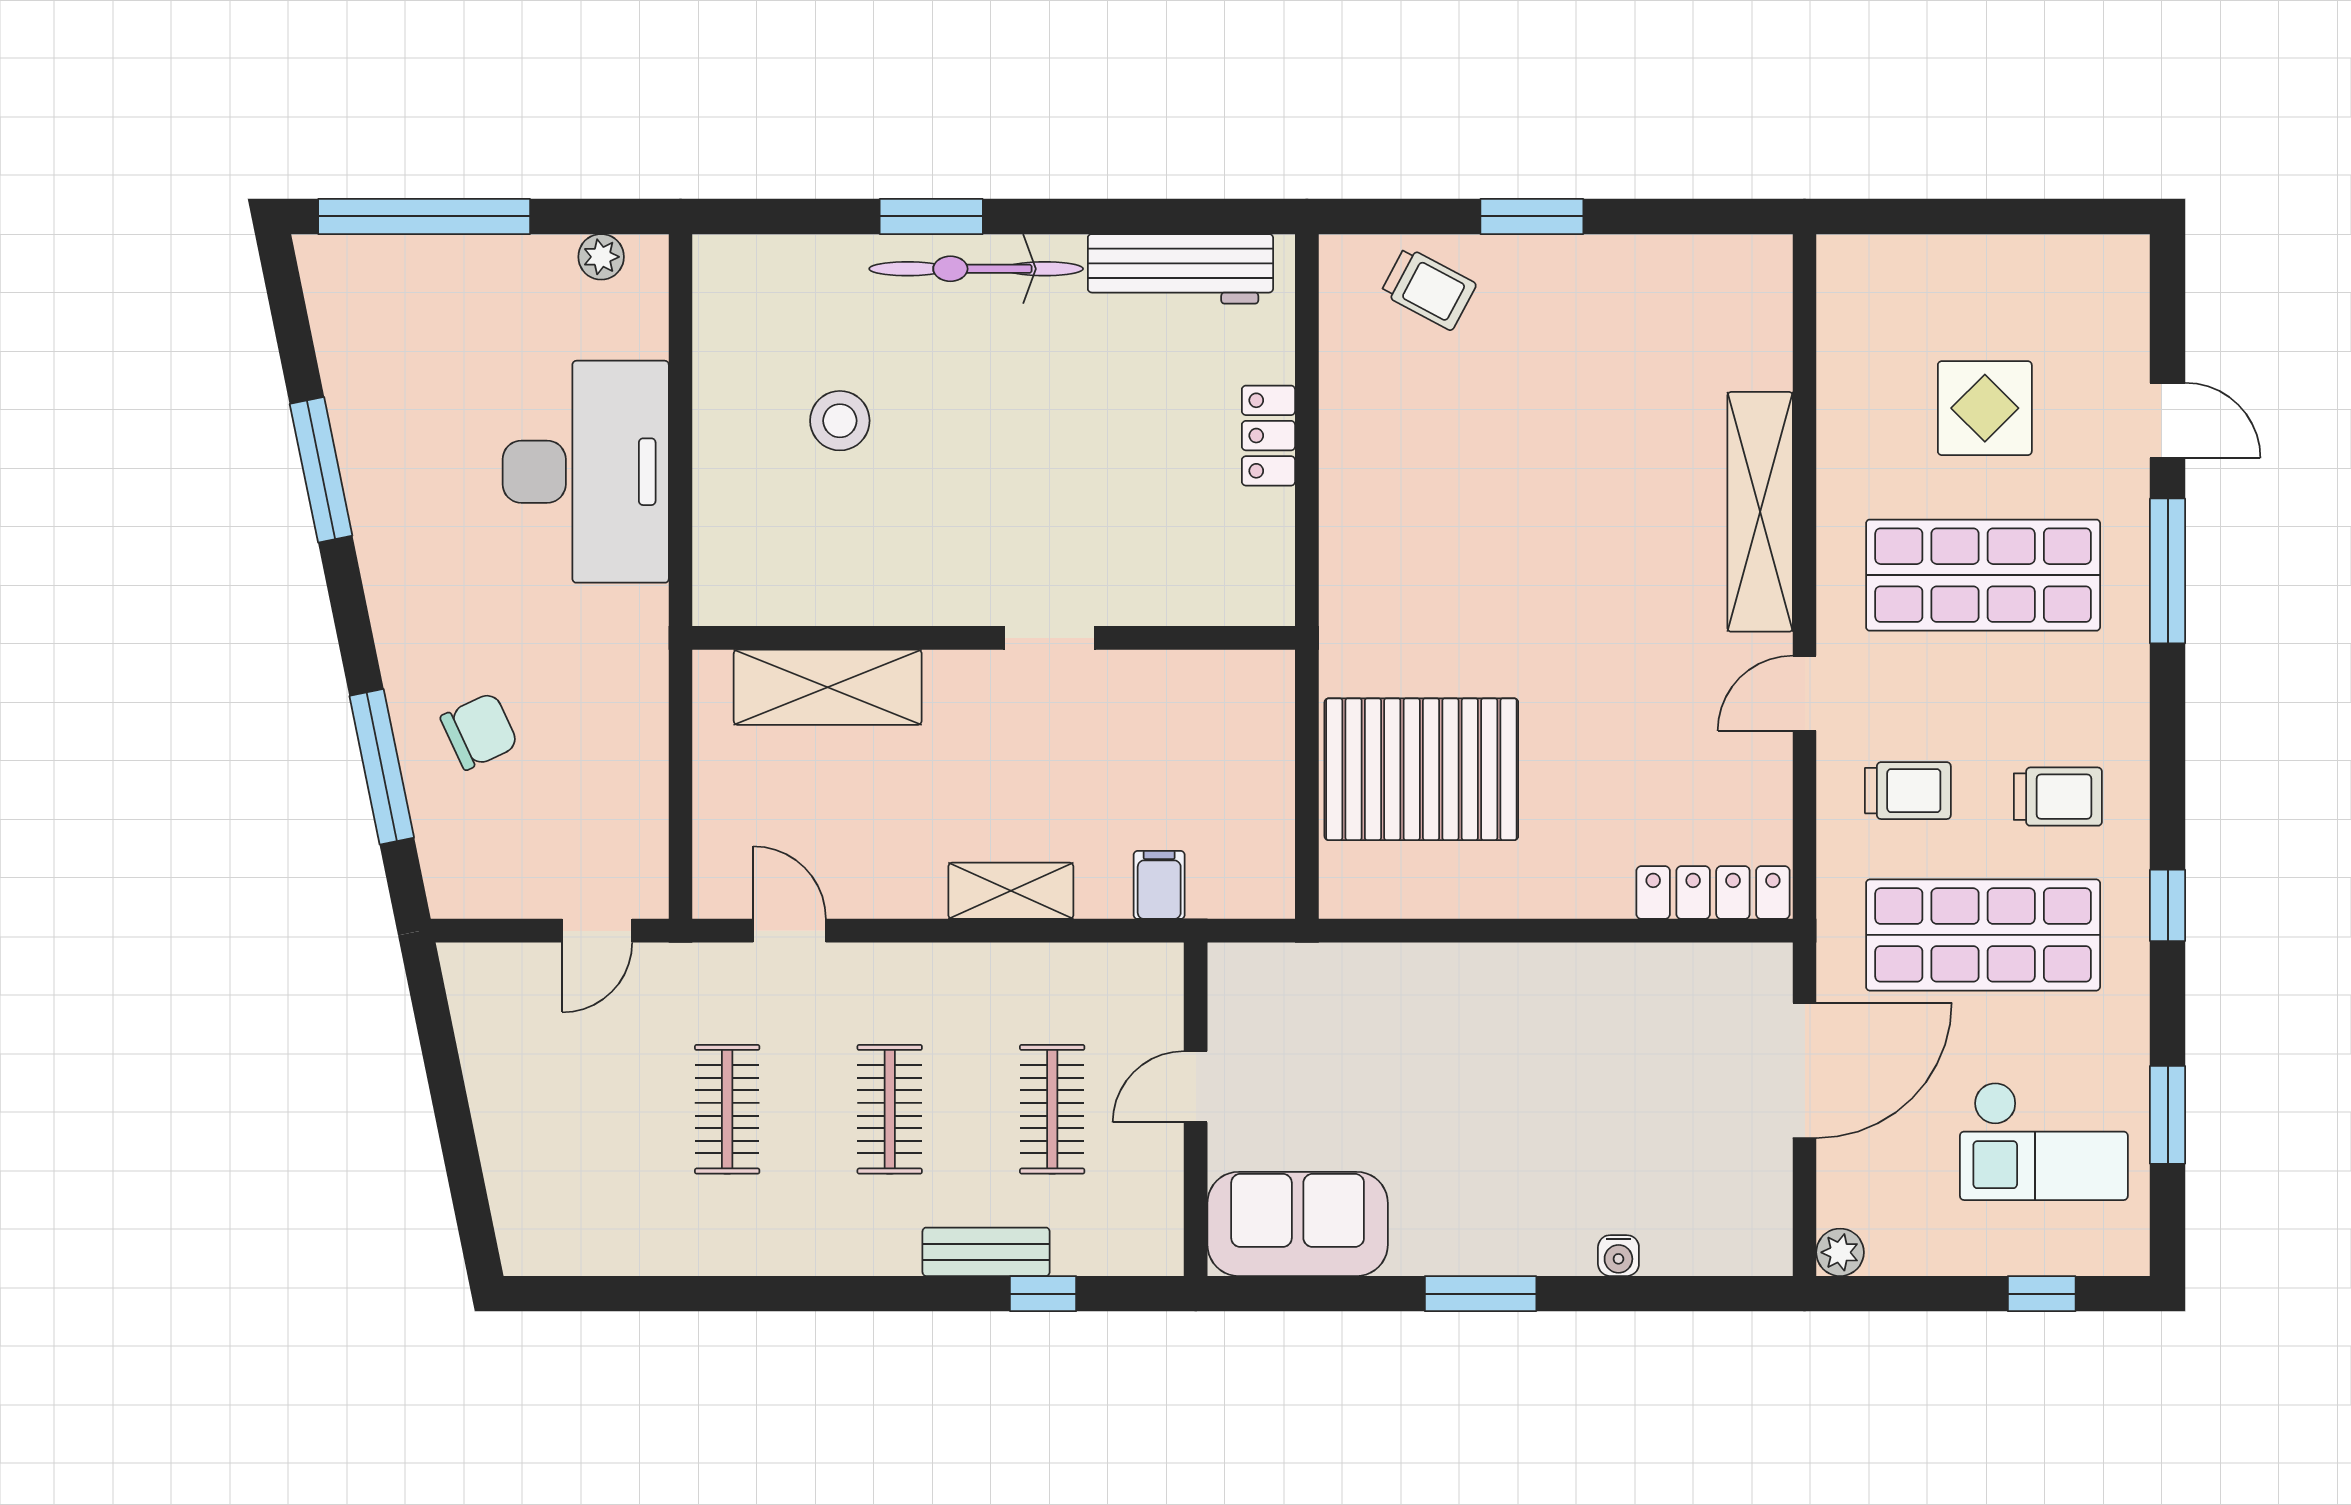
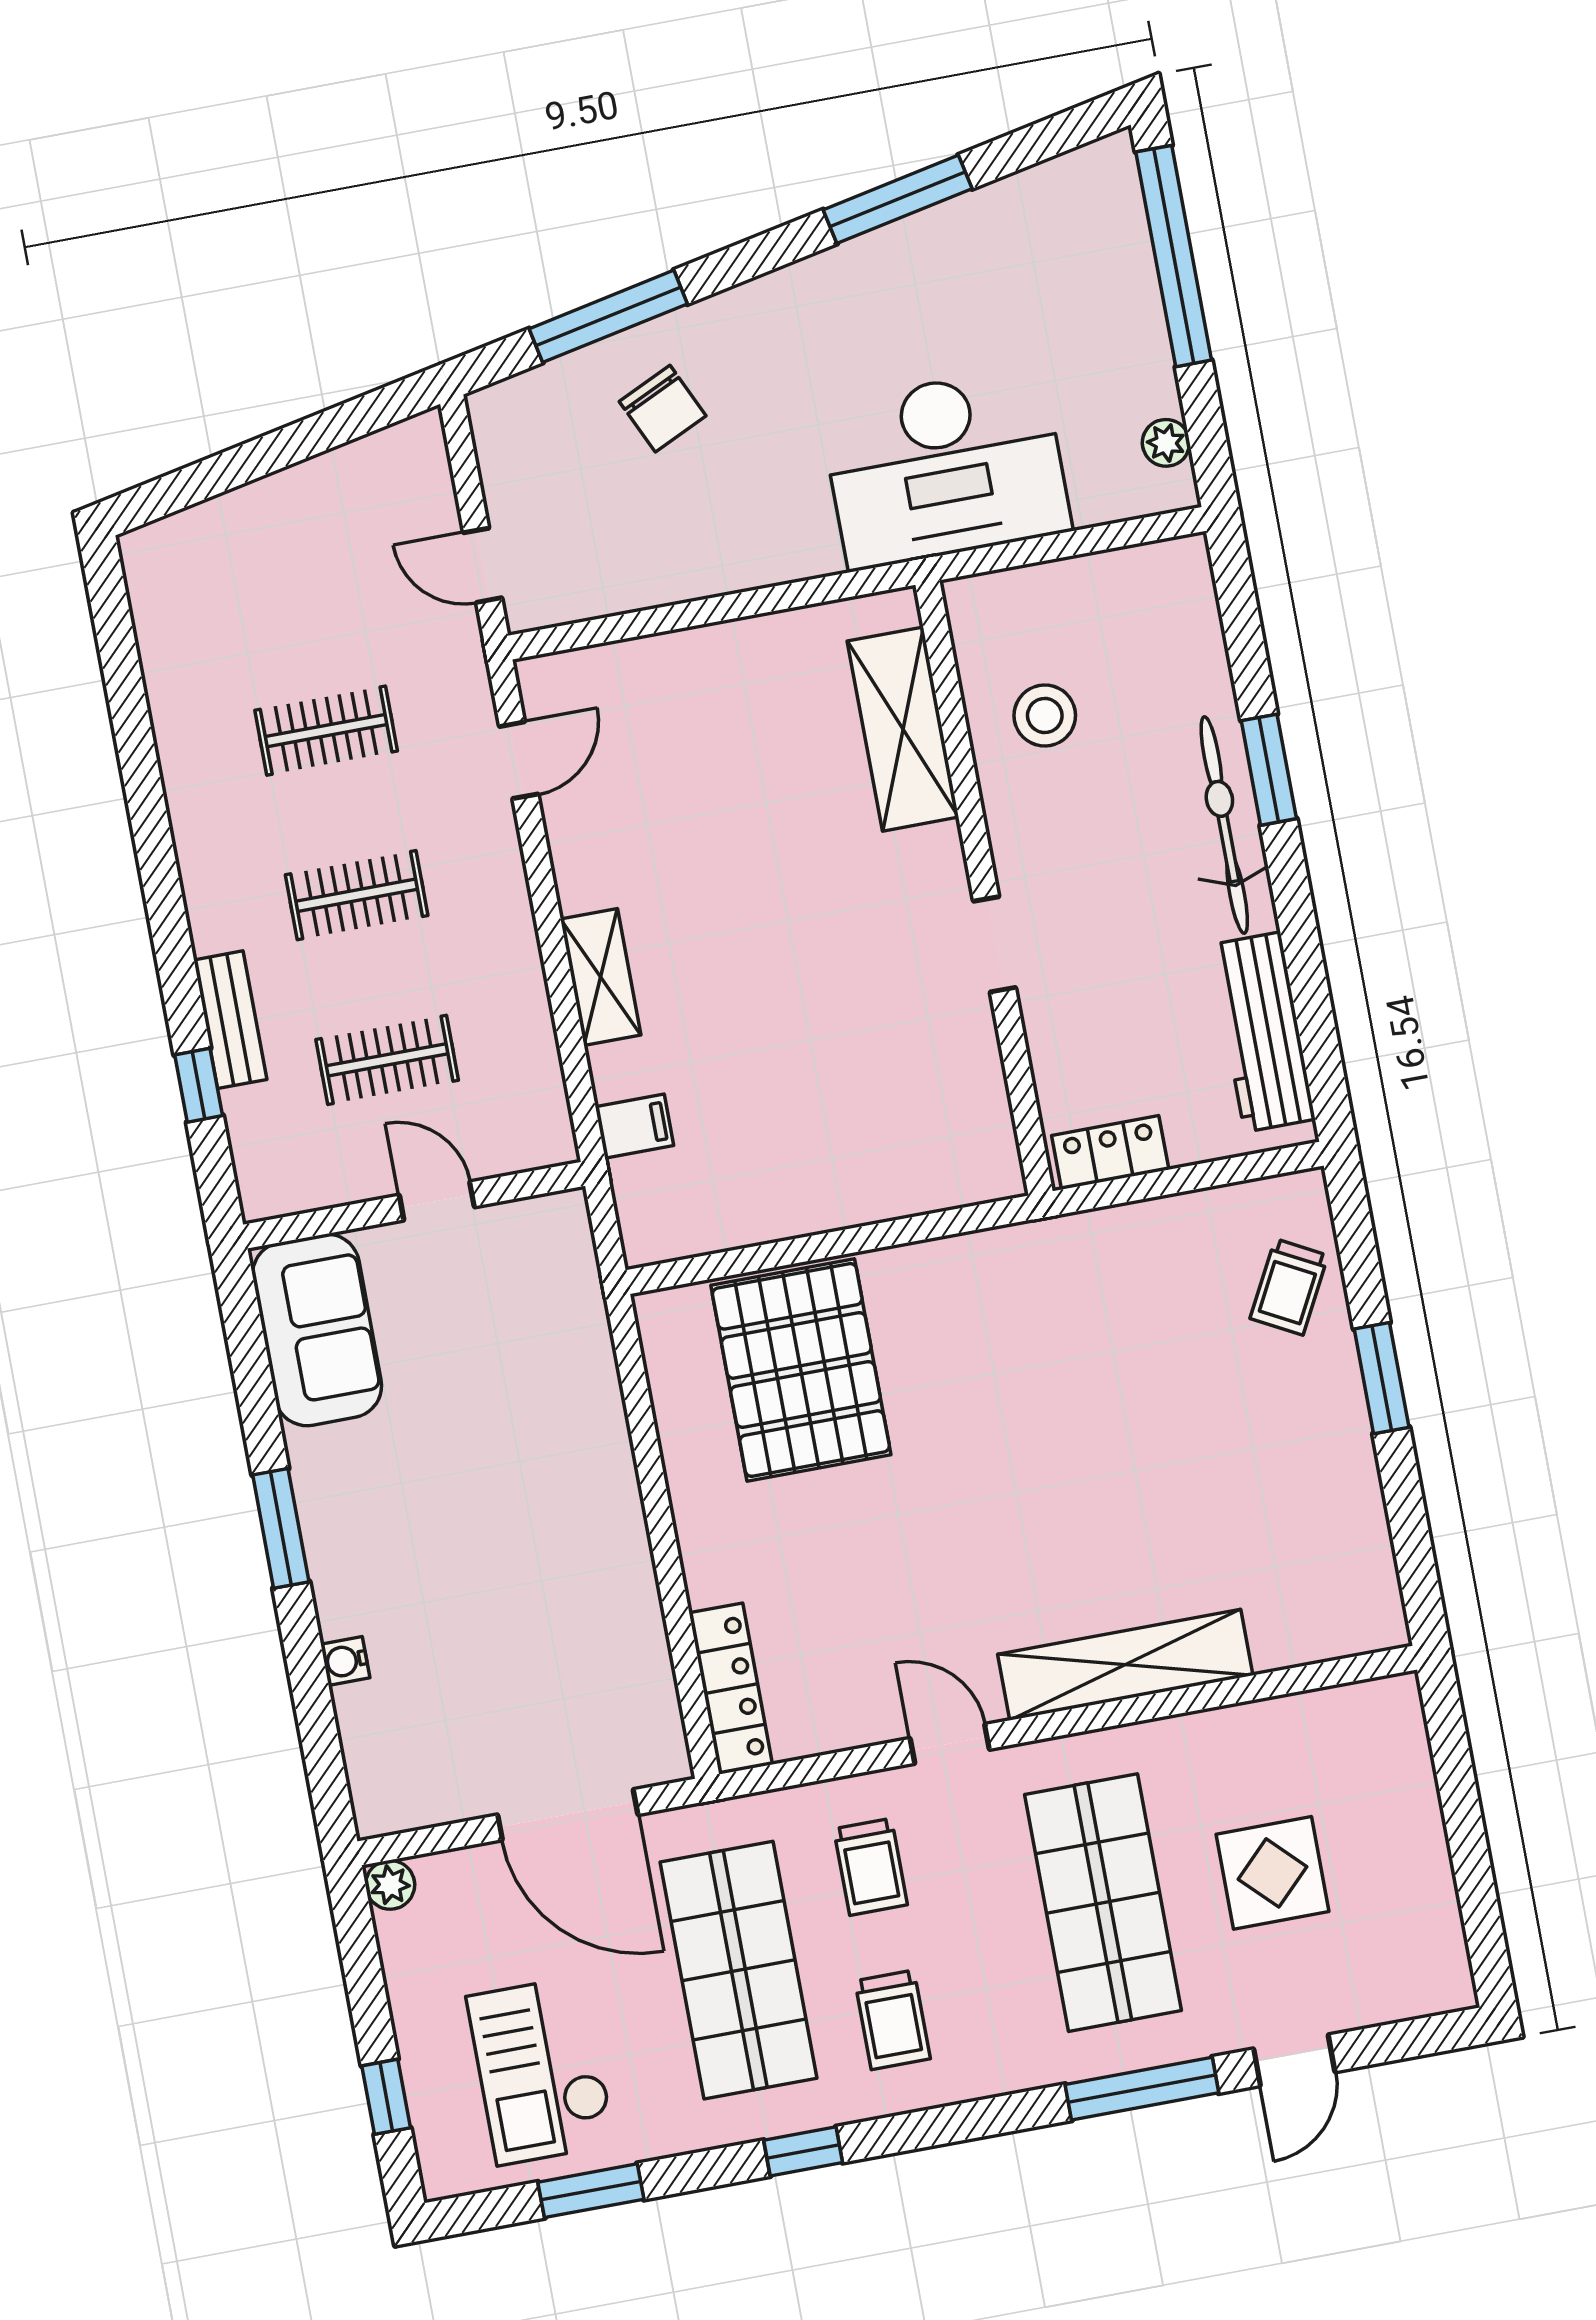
wall: (994, 638) -> (984, 888), moved
doorway: (1049, 638) -> (995, 944), moved
shelving: (828, 687) -> (903, 729), moved

